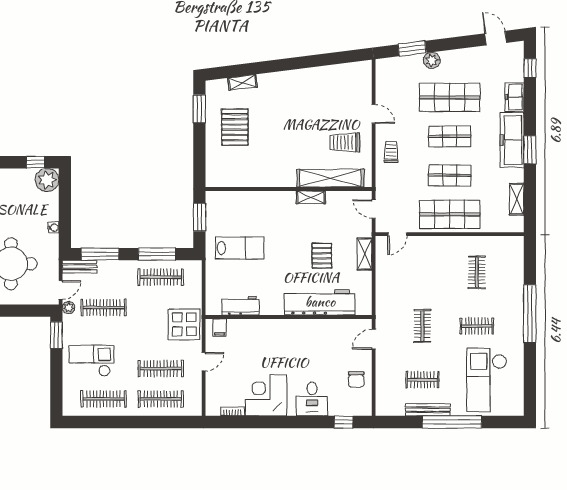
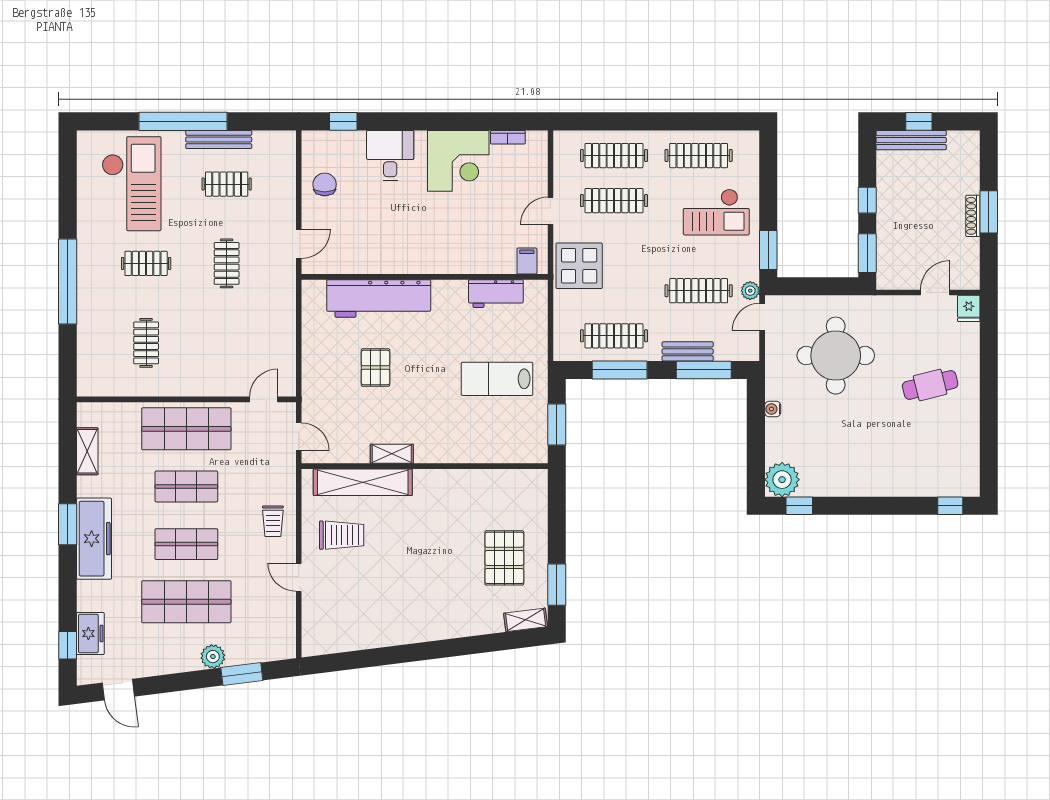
shelving: (242, 82) -> (526, 620), moved
freezer: (515, 97) -> (90, 634), moved
shelving: (365, 254) -> (312, 370), removed
bench: (80, 267) -> (688, 351), moved

